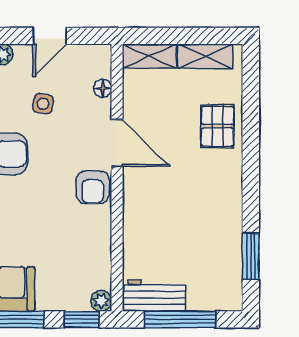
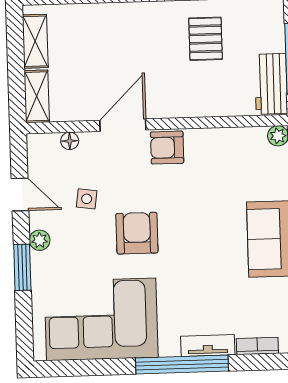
pallet: (217, 126) -> (206, 39), moved, turned 90
armchair: (93, 187) -> (167, 148), turned 180

